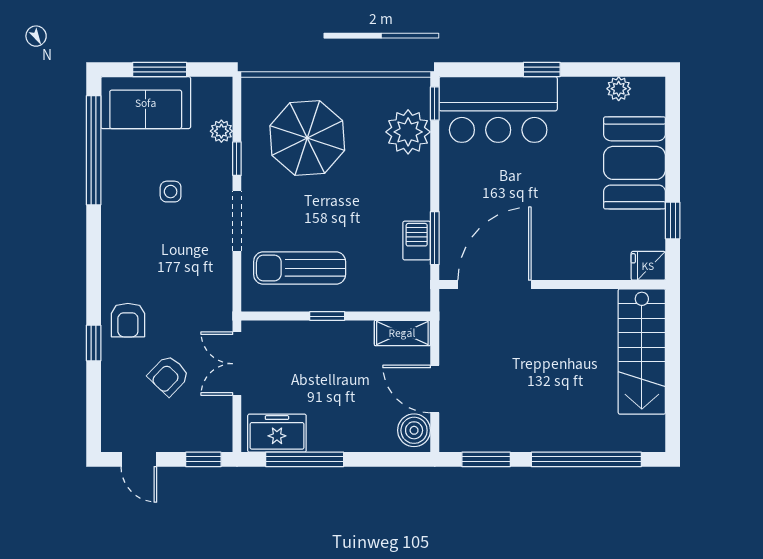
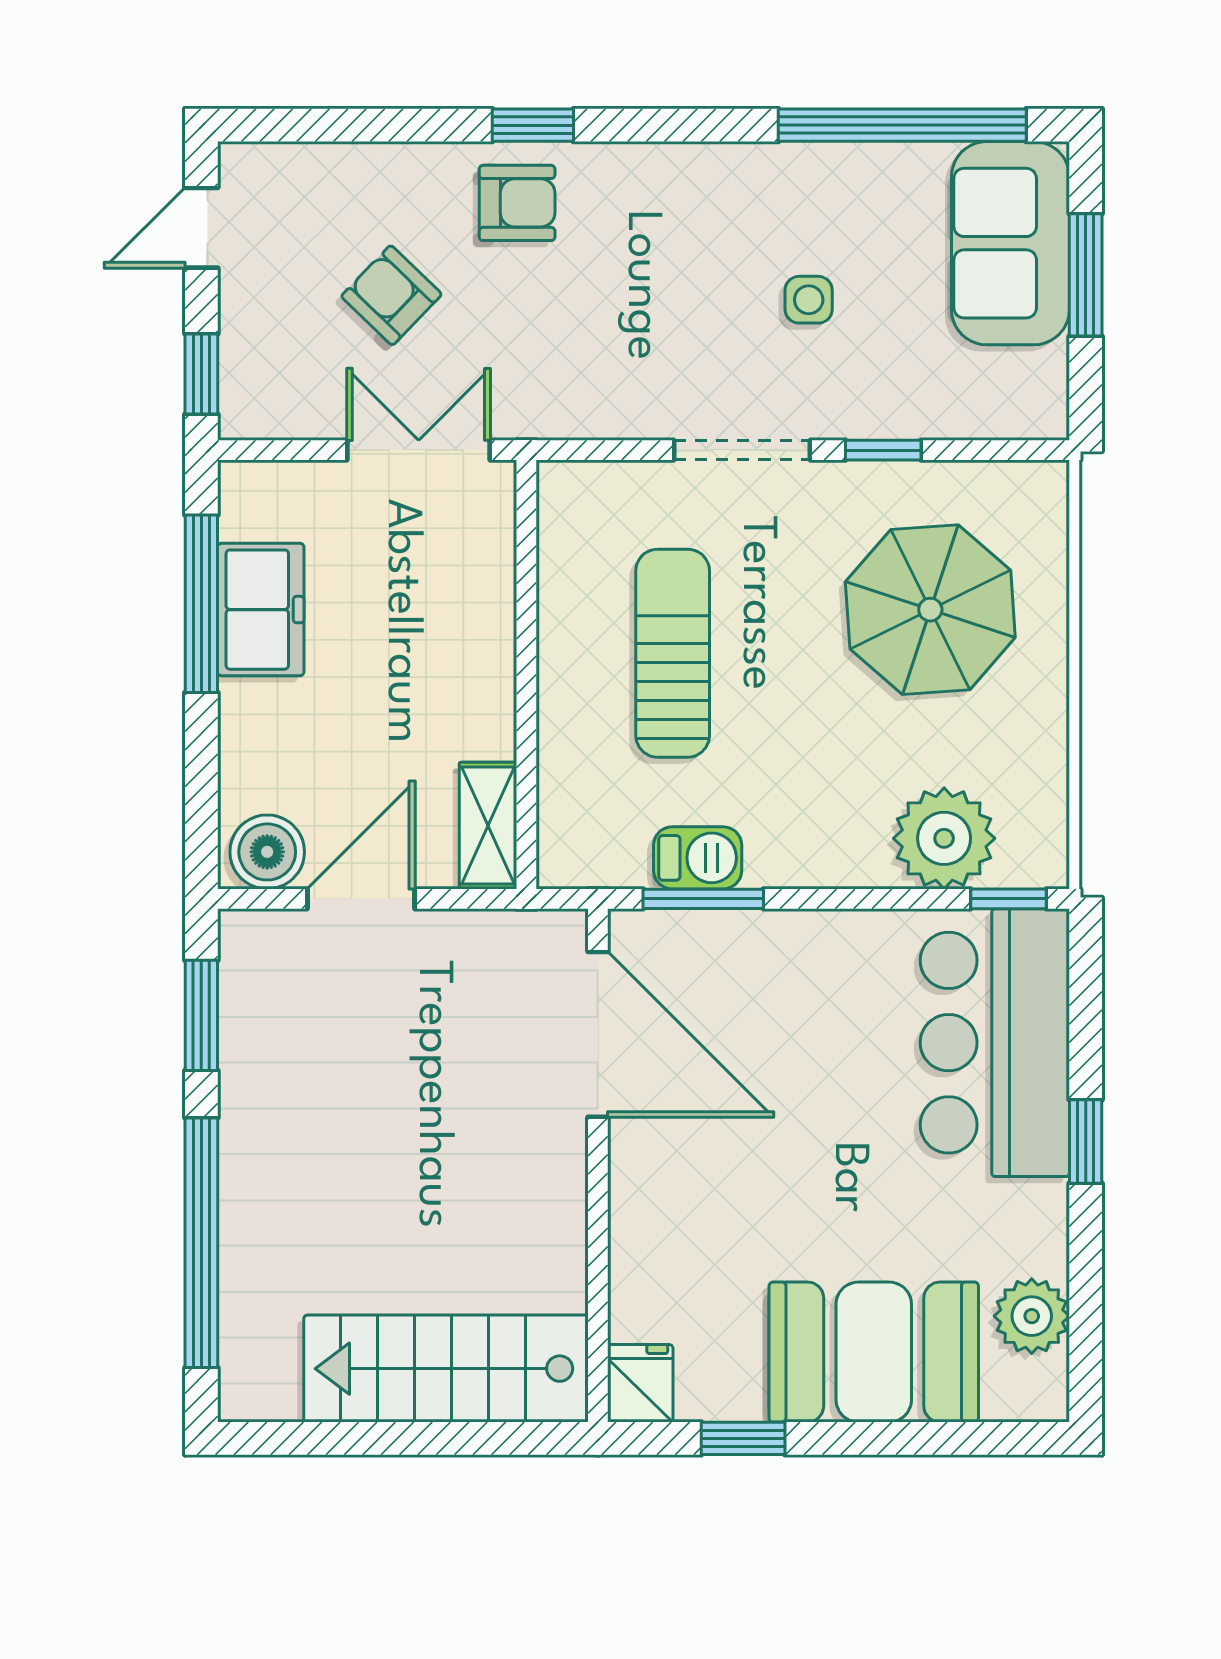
plant: (619, 89) -> (1032, 1316), width x1.38, depth x1.38
plant: (221, 131) -> (946, 415), removed
sun lounger: (300, 268) -> (673, 653), moved
window: (327, 316) -> (526, 655), removed
armchair: (128, 320) -> (517, 203), turned 180
window: (94, 343) -> (533, 125), moved
freezer: (277, 433) -> (261, 610), moved

